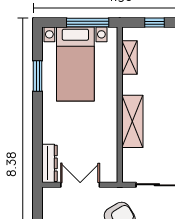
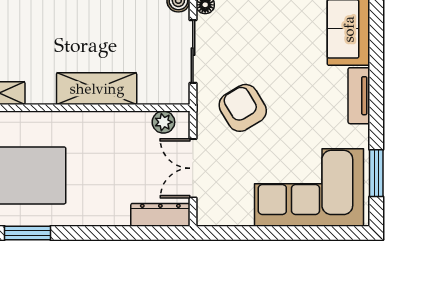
plant: (110, 165) -> (163, 122), added

